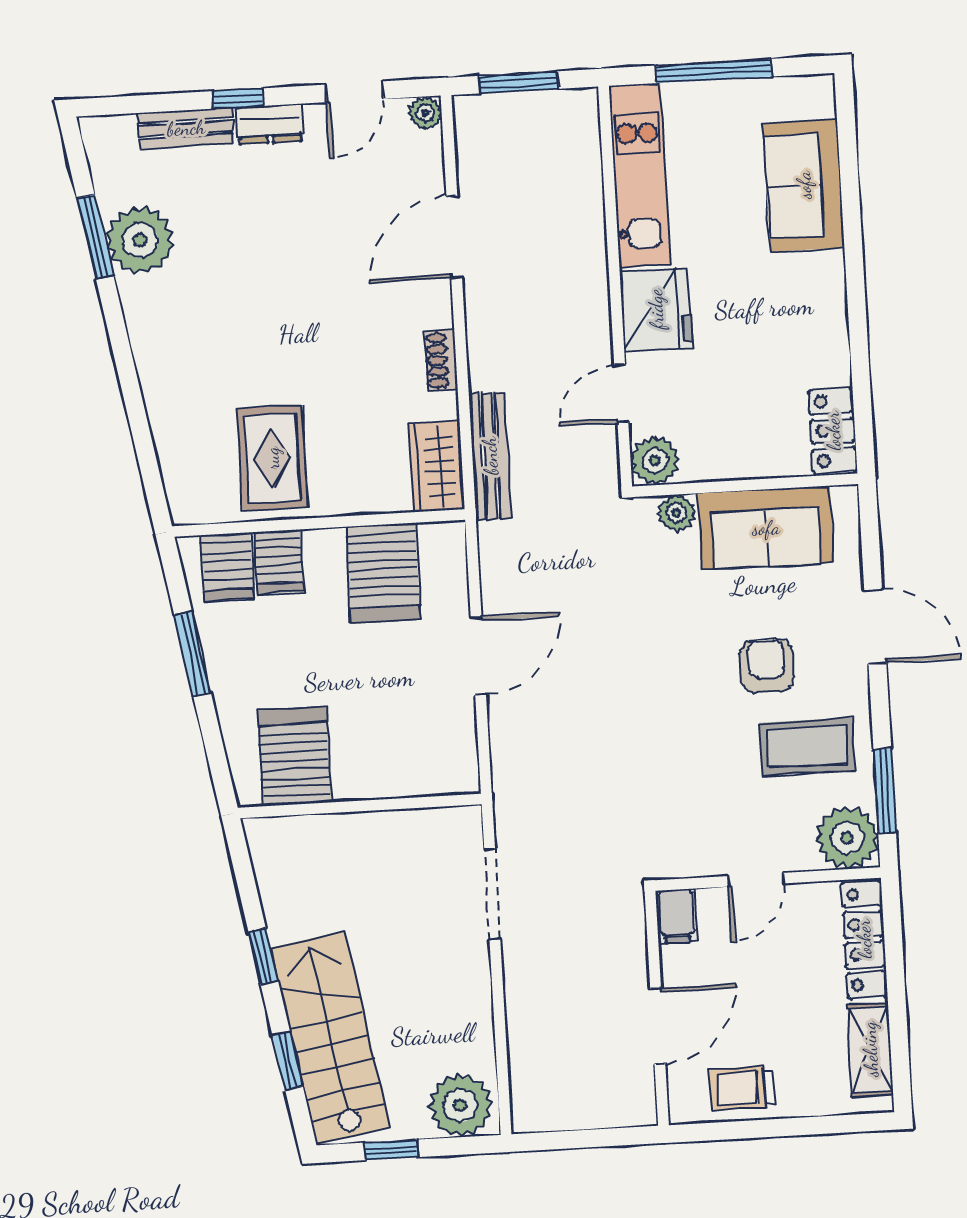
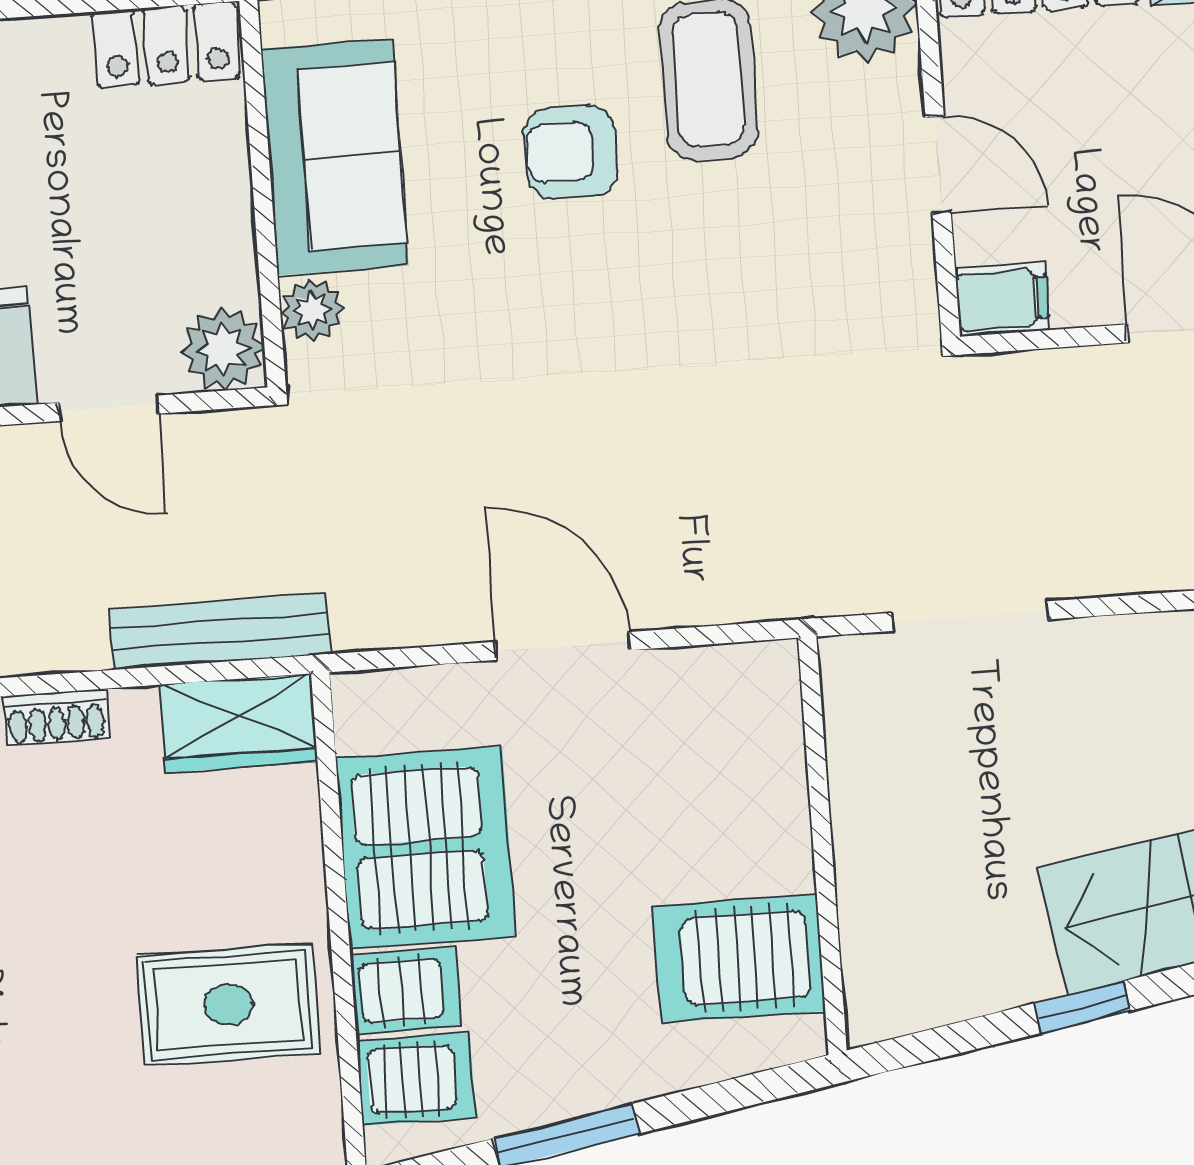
server rack: (383, 573) -> (426, 847), width x1.60

